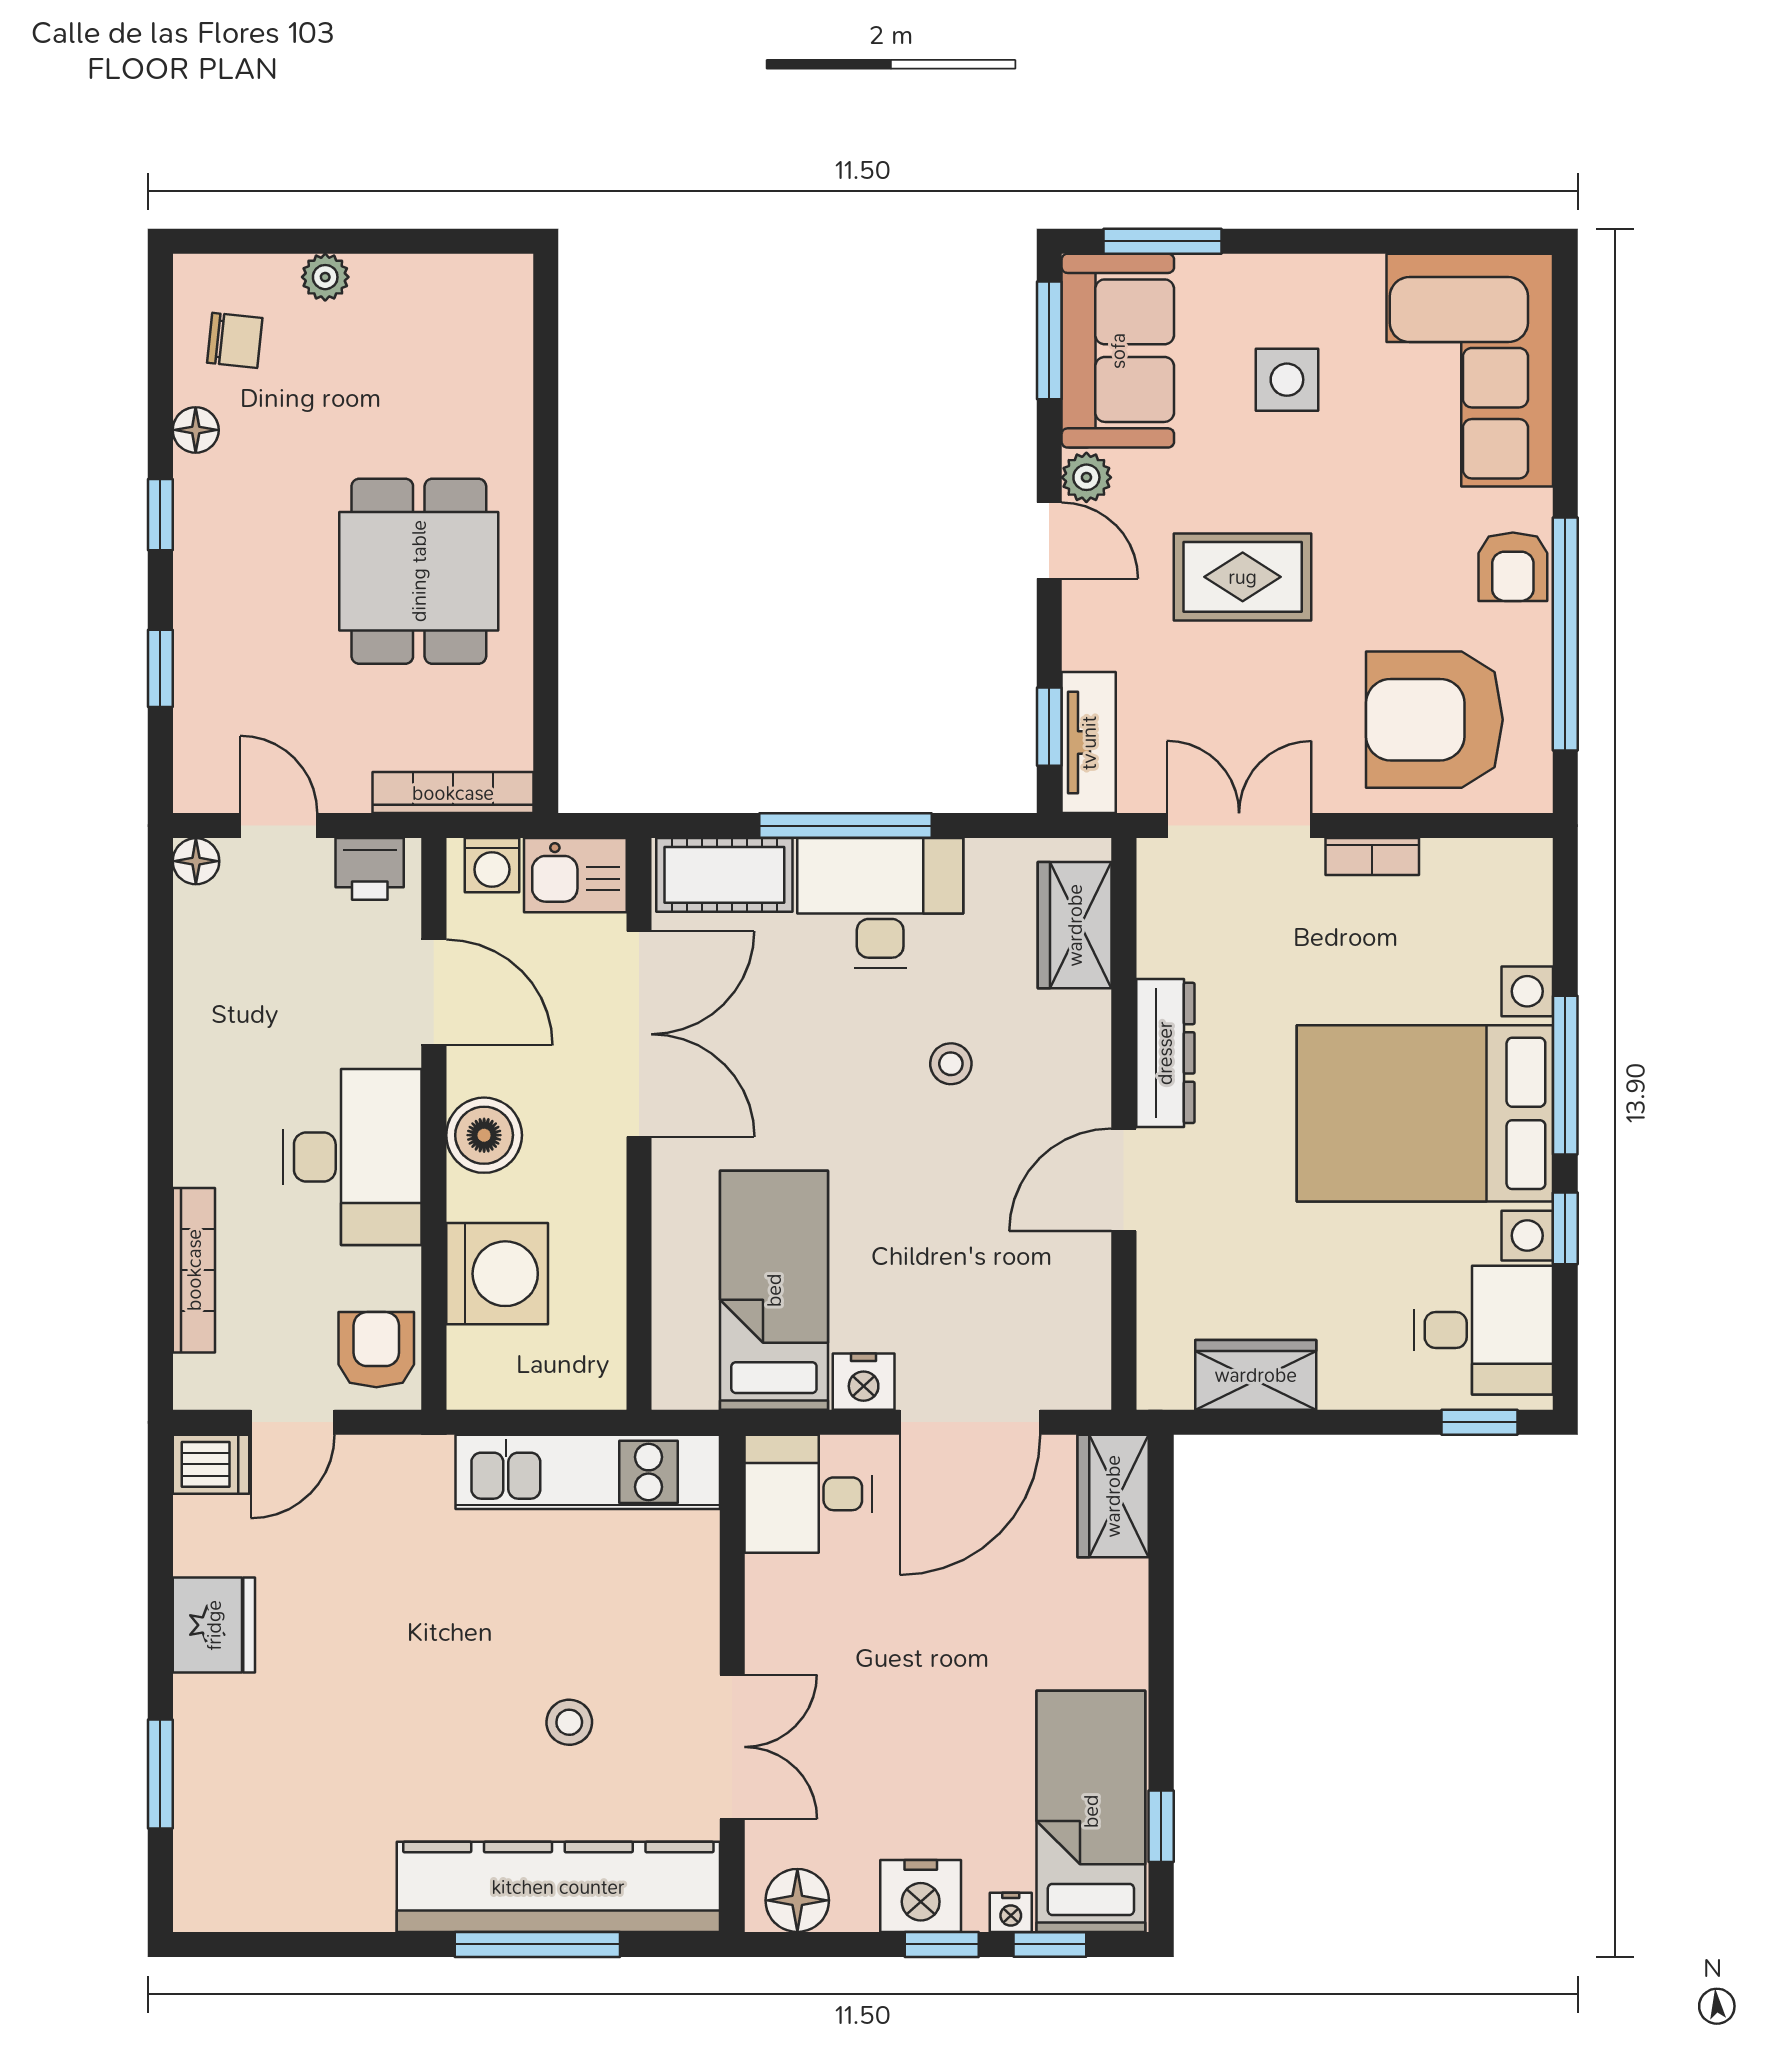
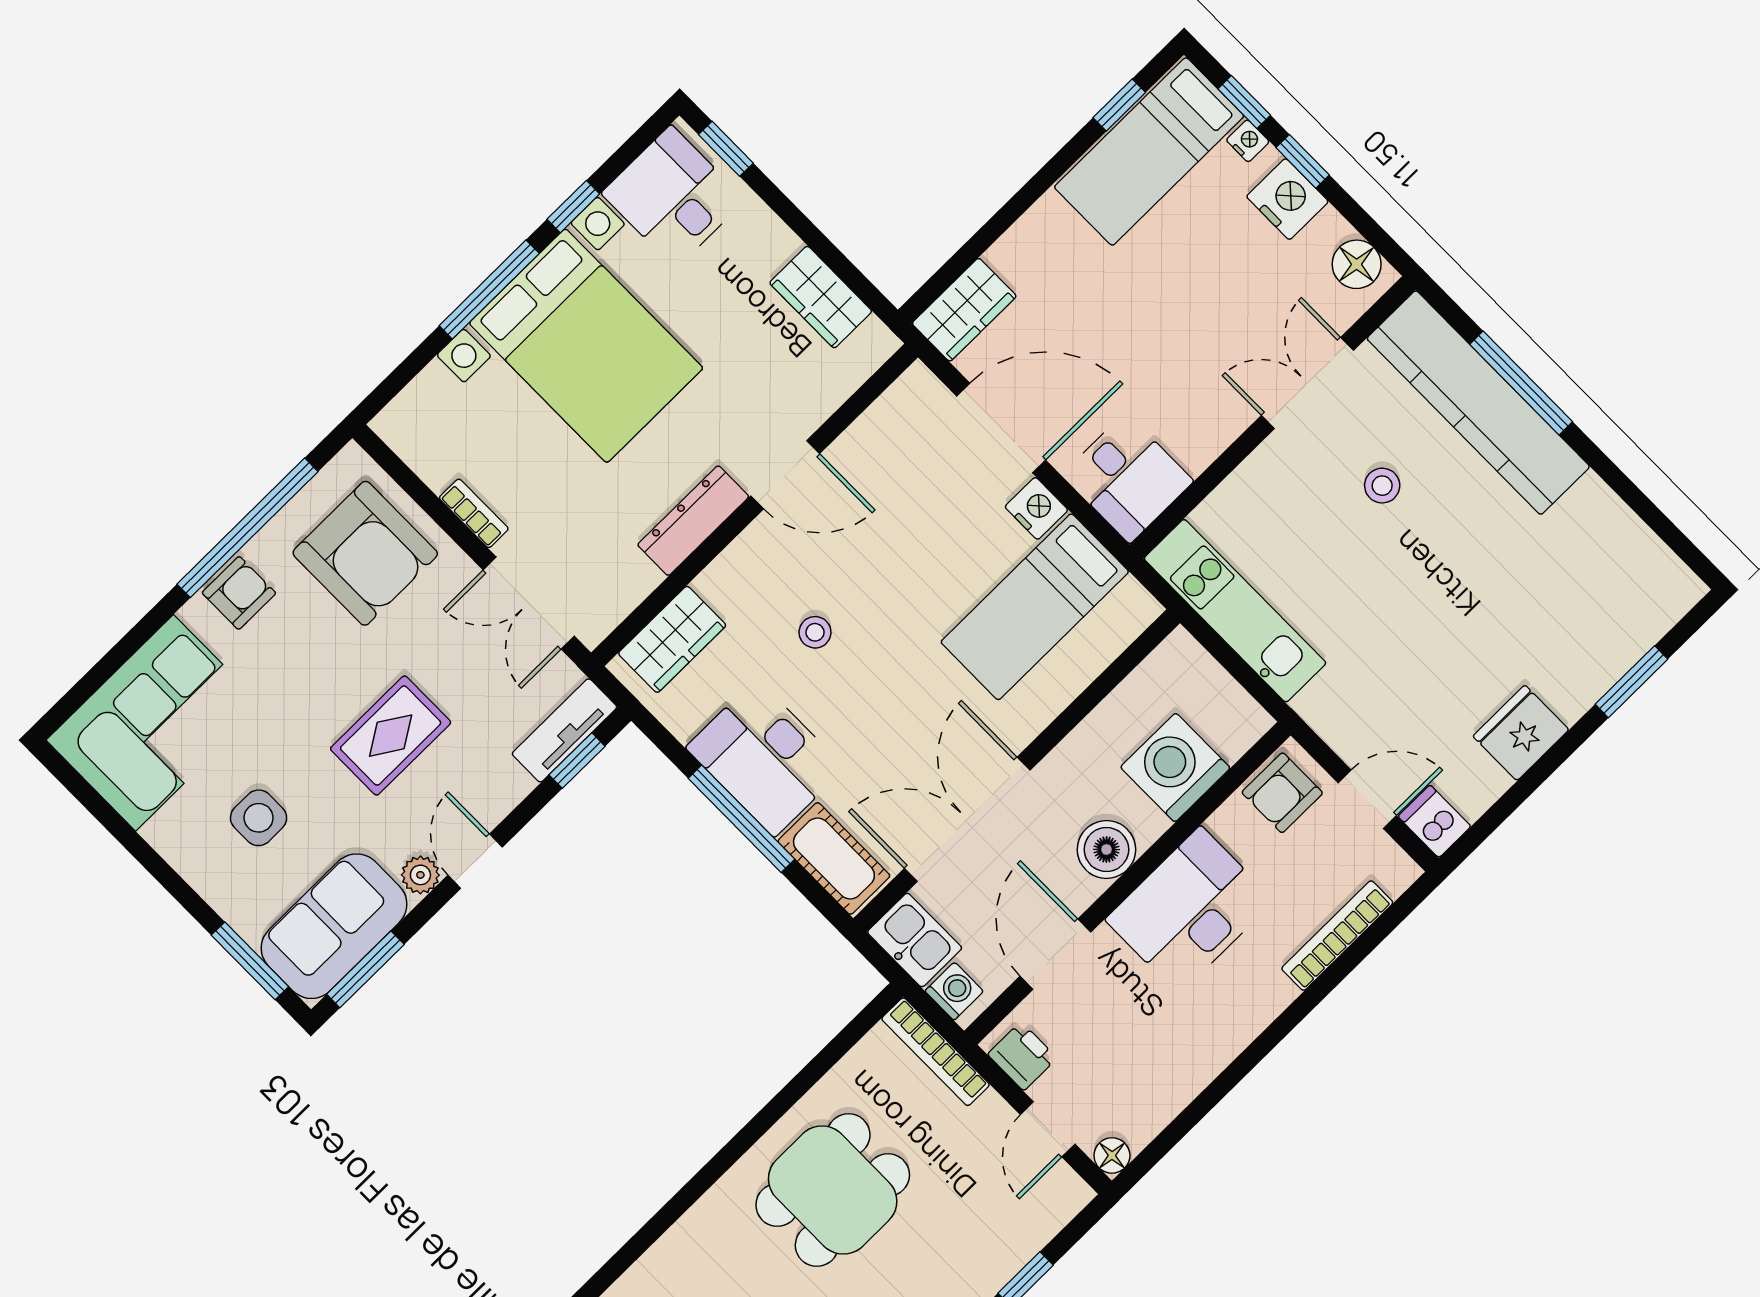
rug: (1243, 577) -> (391, 736), turned 90

